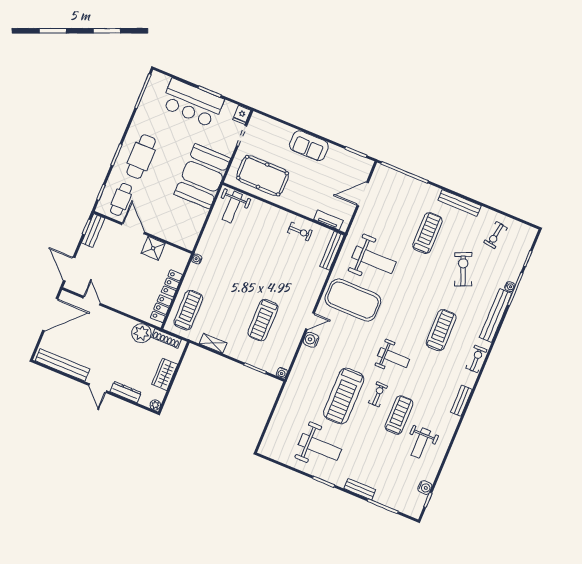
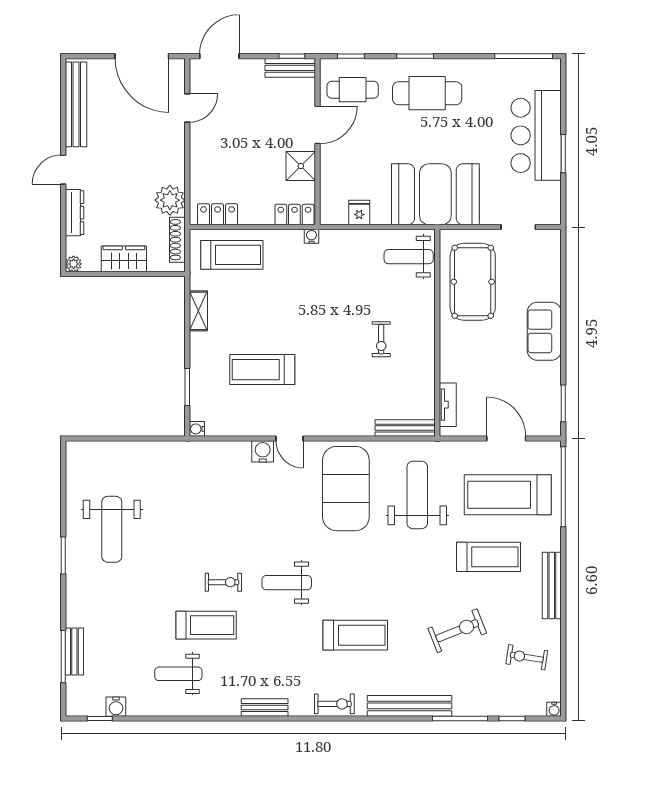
fridge: (242, 115) -> (359, 213), moved, turned 90
exercise bike: (300, 231) -> (381, 339), moved
weight bench: (374, 260) -> (417, 495), turned 180
locker: (172, 283) -> (294, 215), moved
water cooler: (510, 287) -> (554, 709), moved
weight bench: (394, 357) -> (287, 583), turned 90
treadmill: (344, 396) -> (508, 495), moved
bench: (360, 489) -> (74, 651), moved

